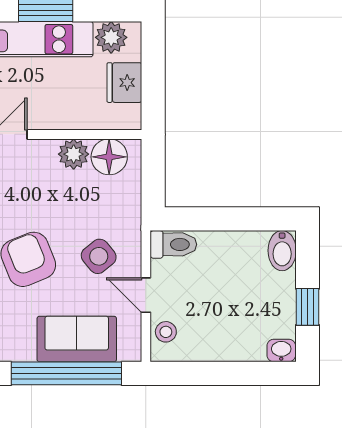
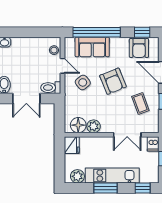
fridge: (124, 83) -> (72, 145), moved
double door: (230, 219) -> (26, 99), added

